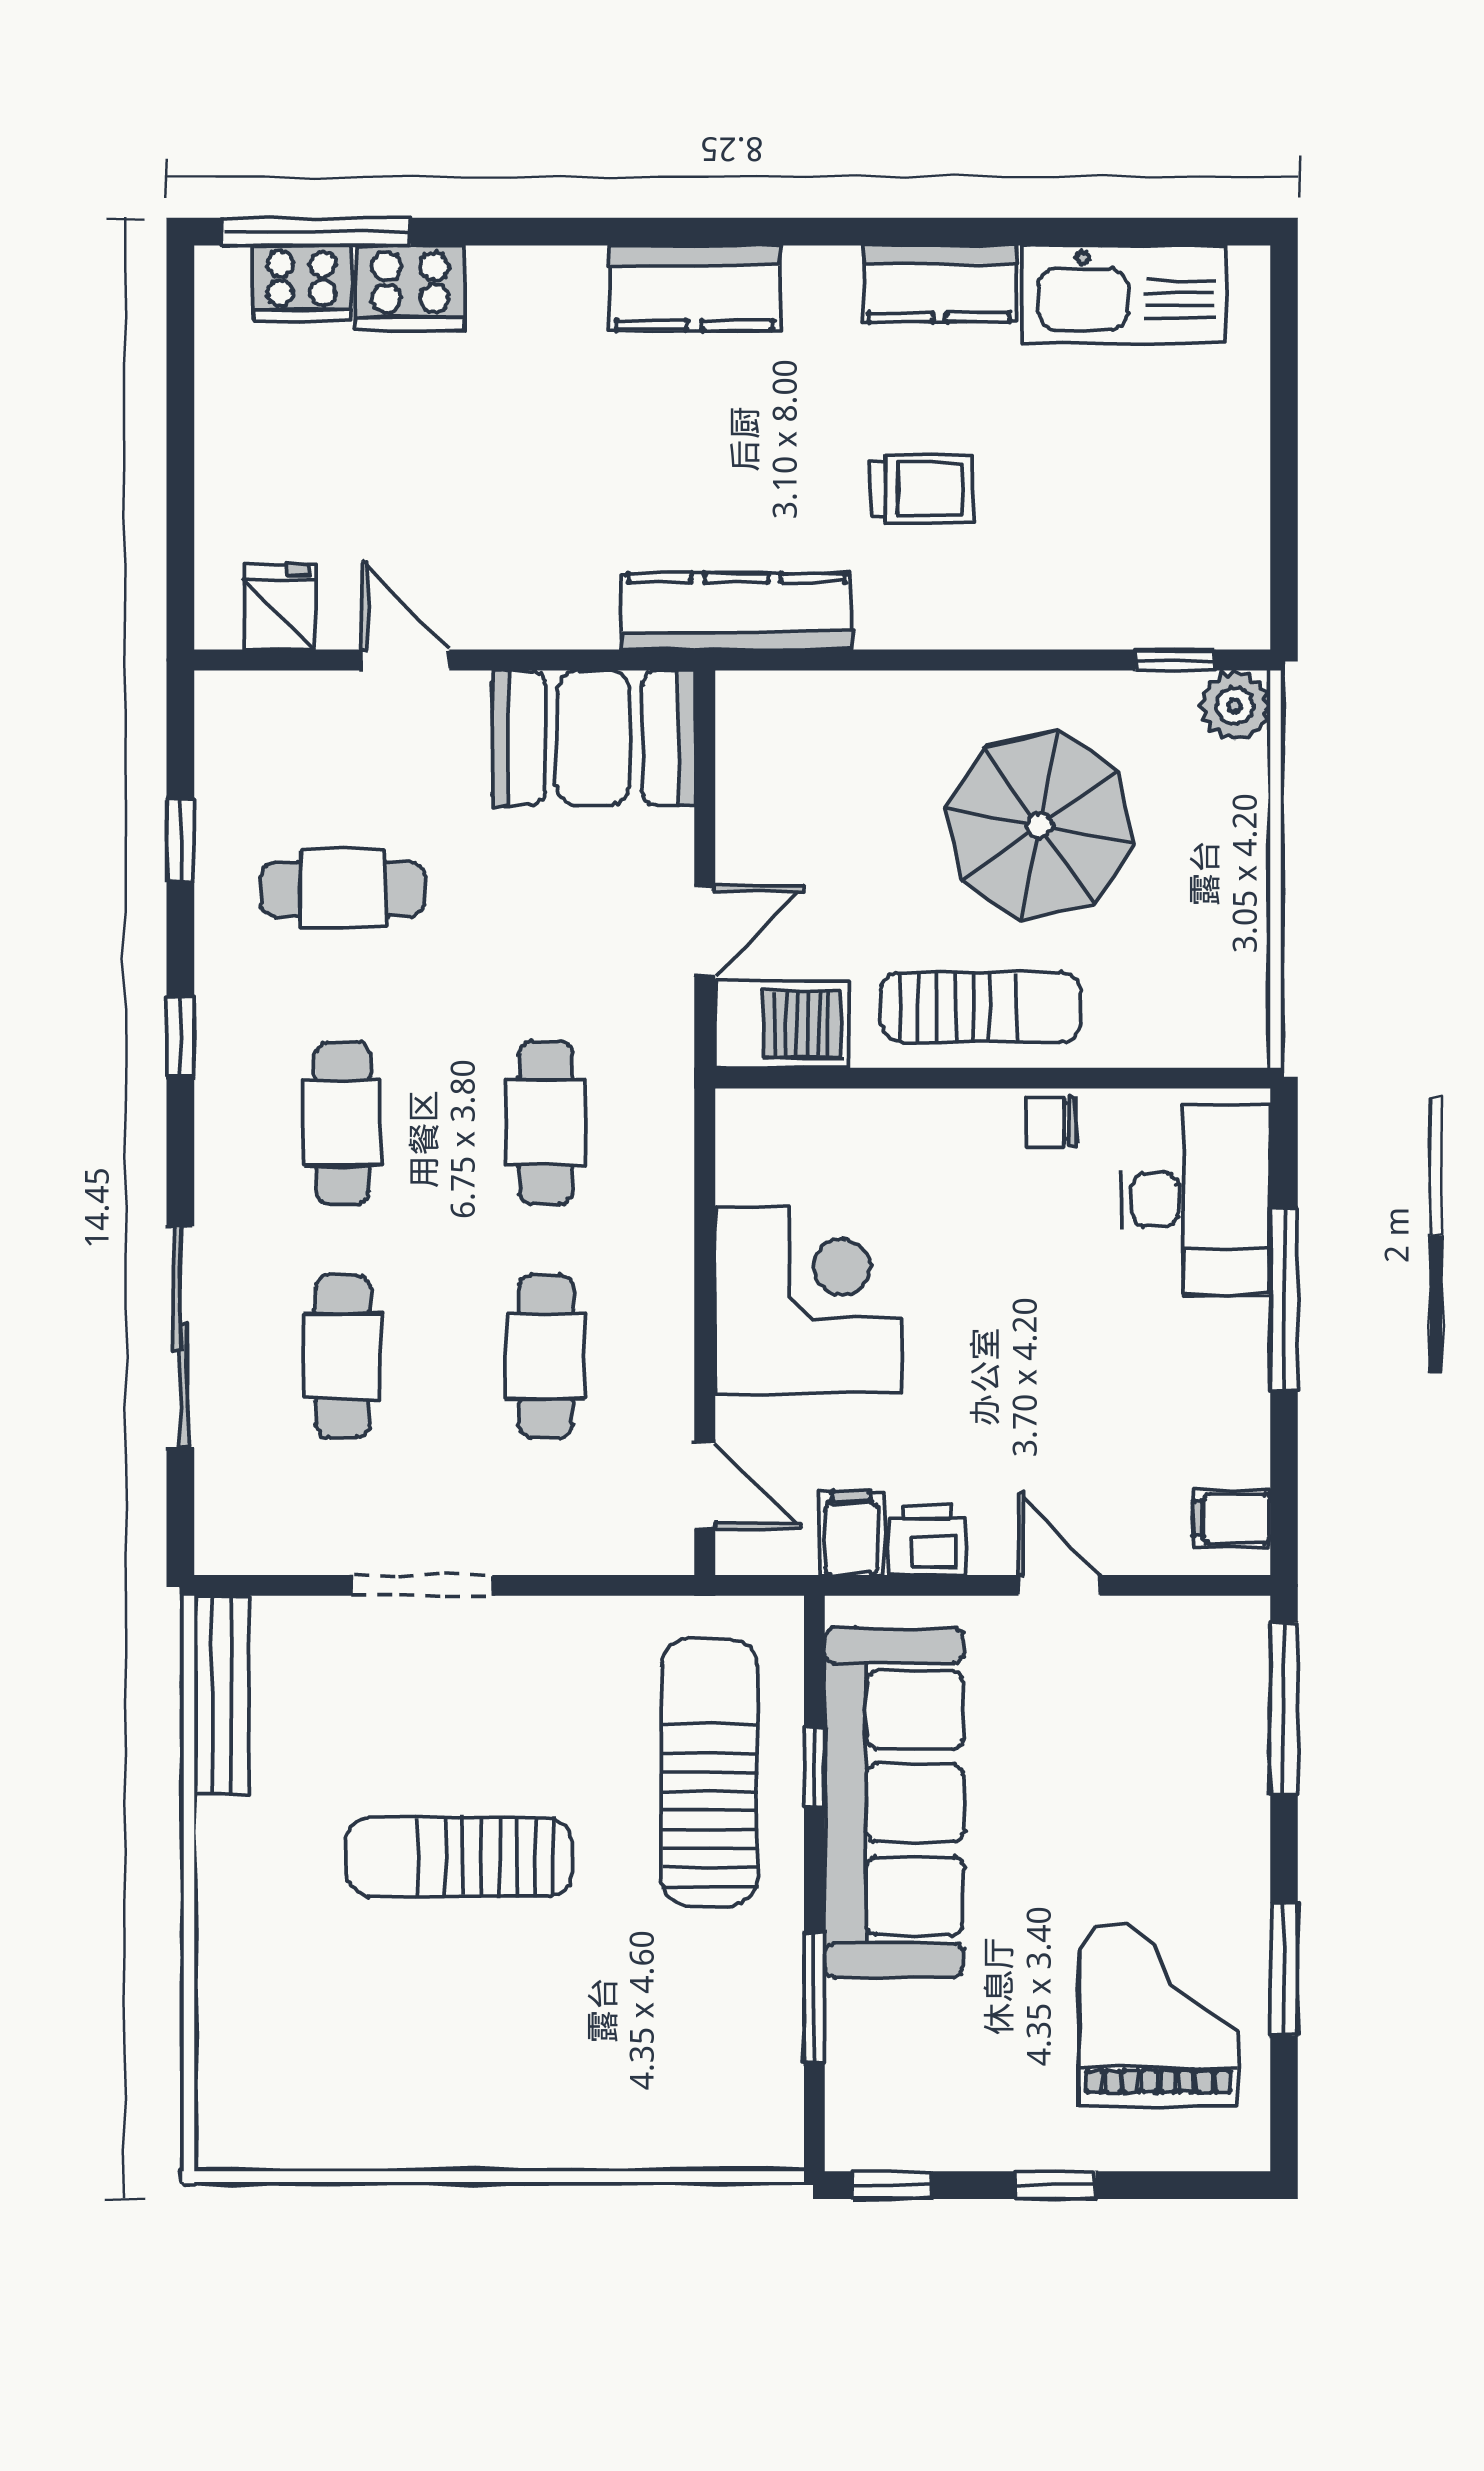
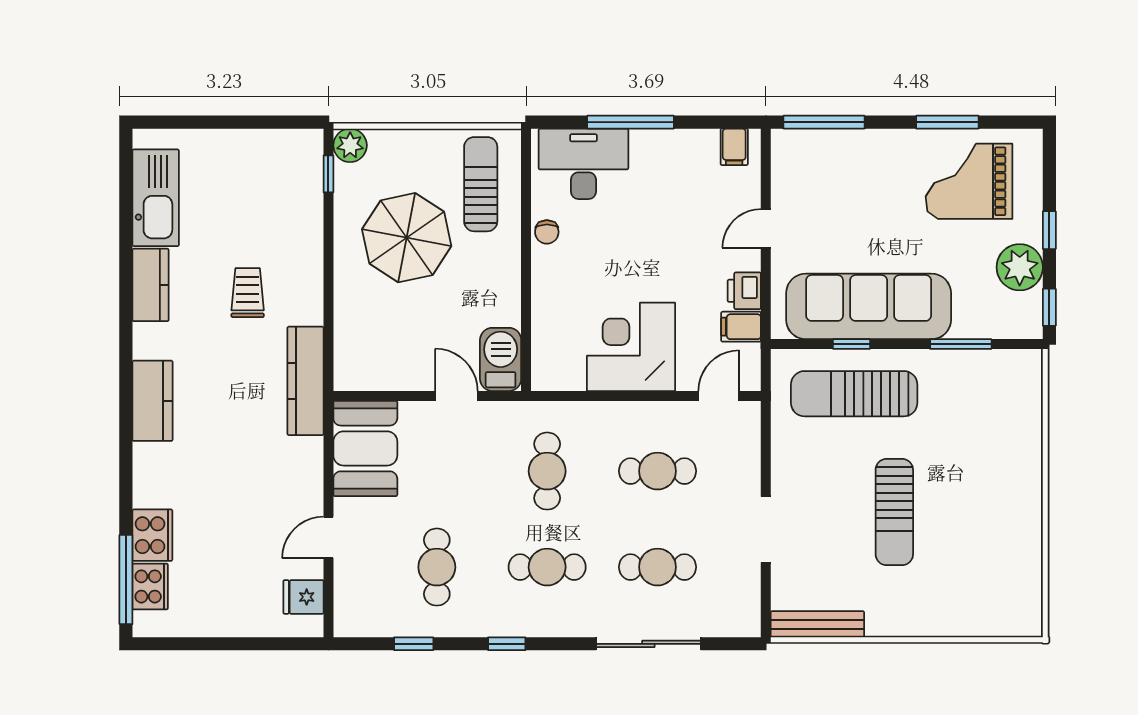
sun lounger: (981, 1007) -> (481, 184), moved
cafe table: (546, 1123) -> (547, 471), turned 90
plant: (977, 2122) -> (1020, 267), added

